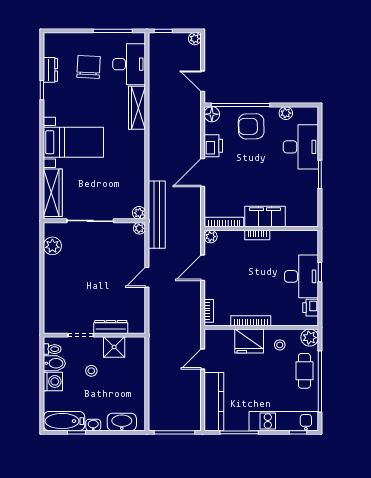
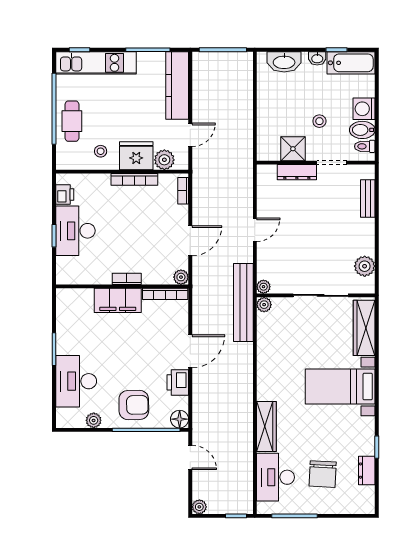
bench: (50, 304) -> (368, 199), added
plant: (310, 338) -> (164, 160), moved

